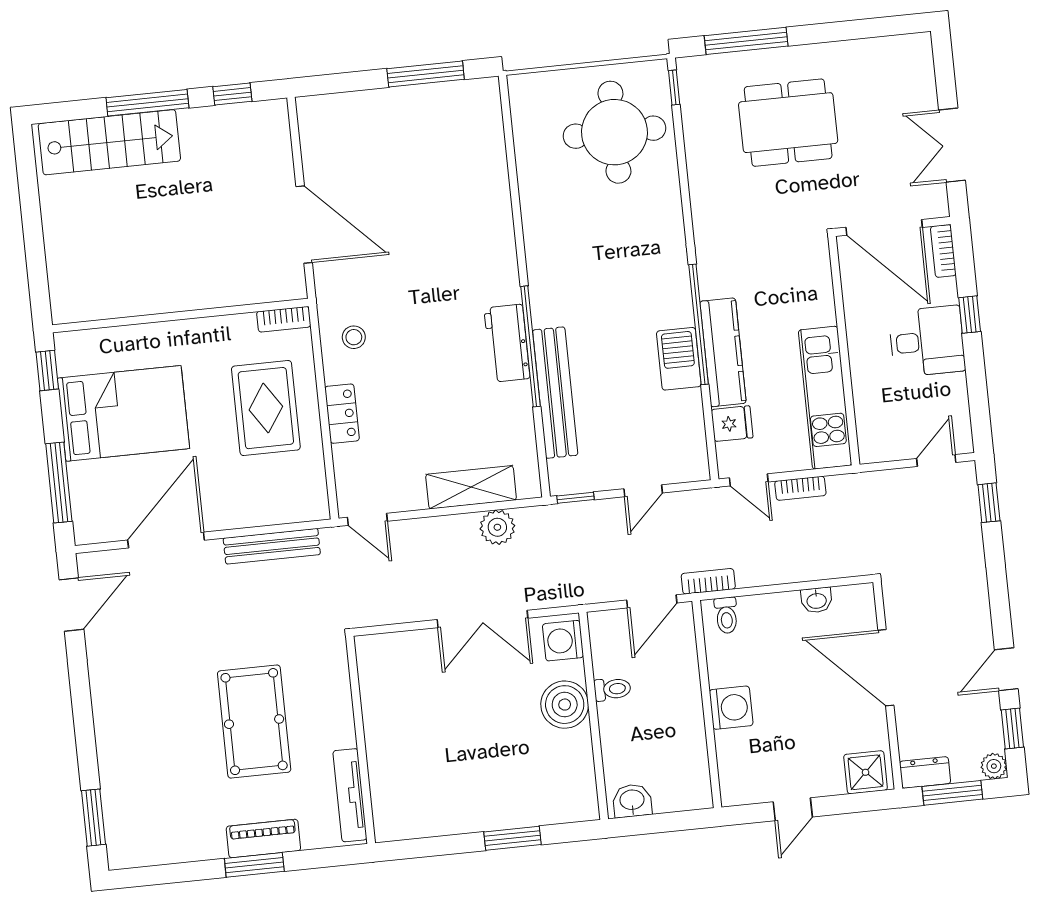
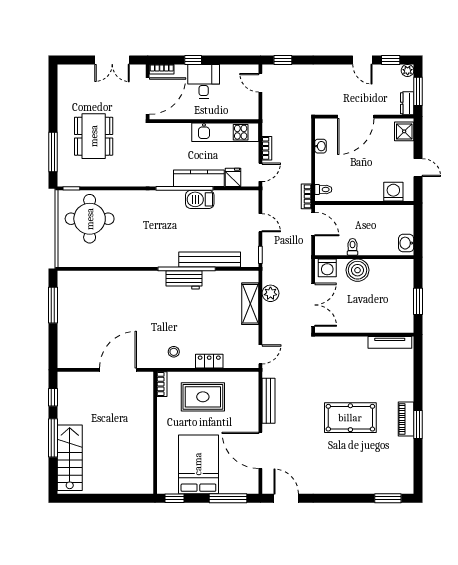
washing machine: (731, 708) -> (393, 192), moved
wall: (361, 740) -> (364, 335), moved
tv unit: (350, 795) -> (390, 342), moved

